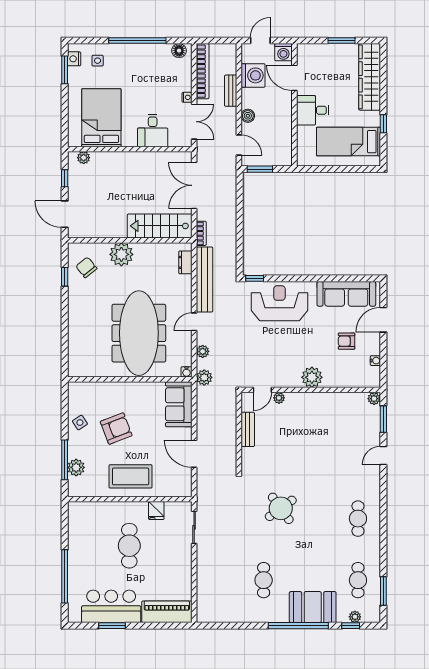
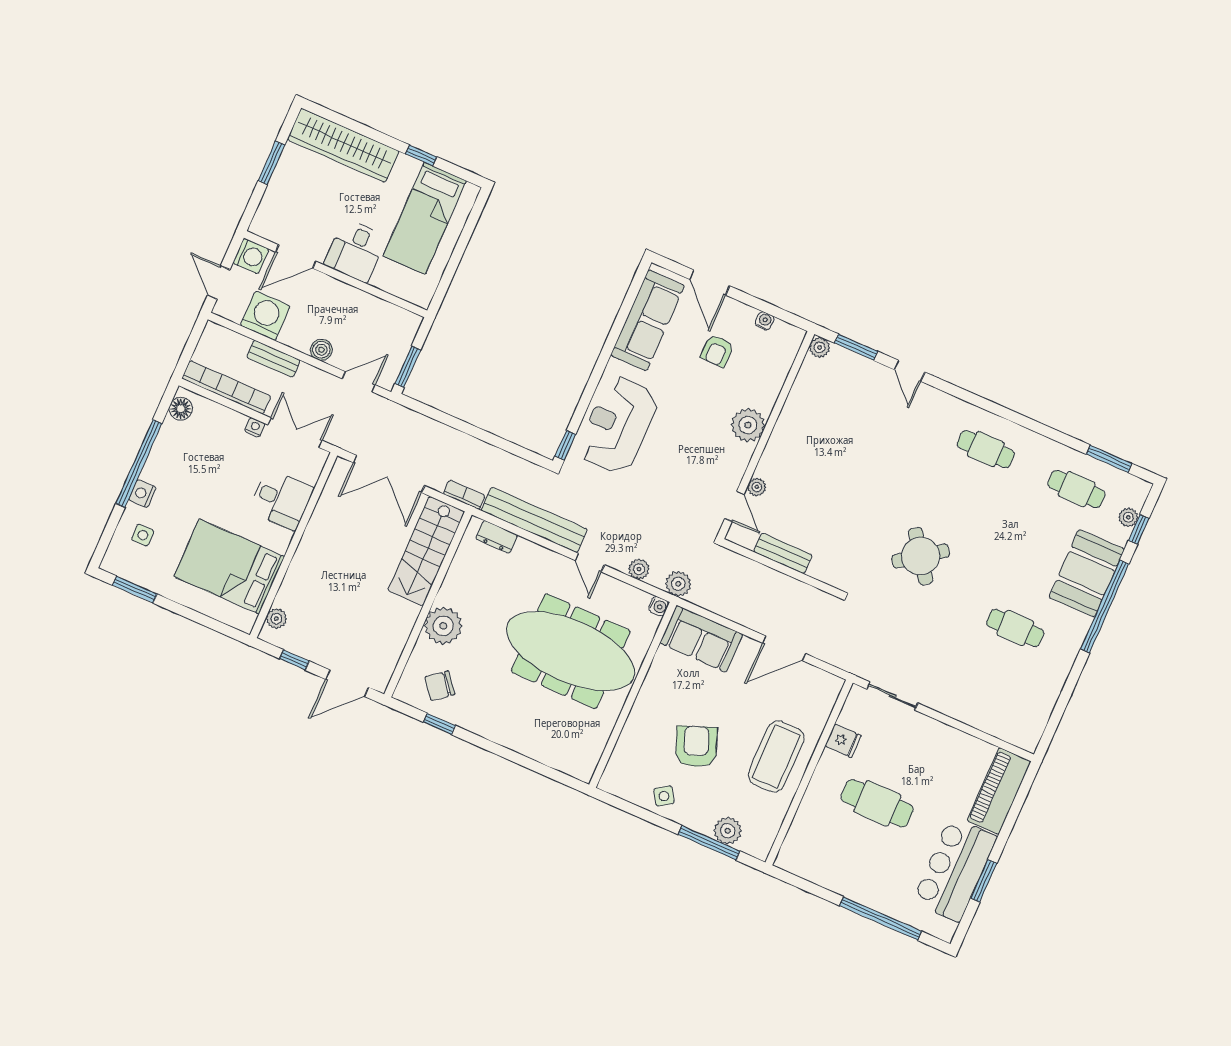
nightstand: (74, 59) -> (142, 494), moved, turned 90

